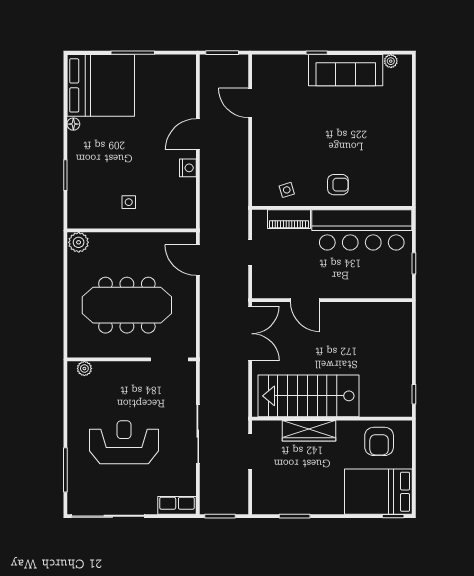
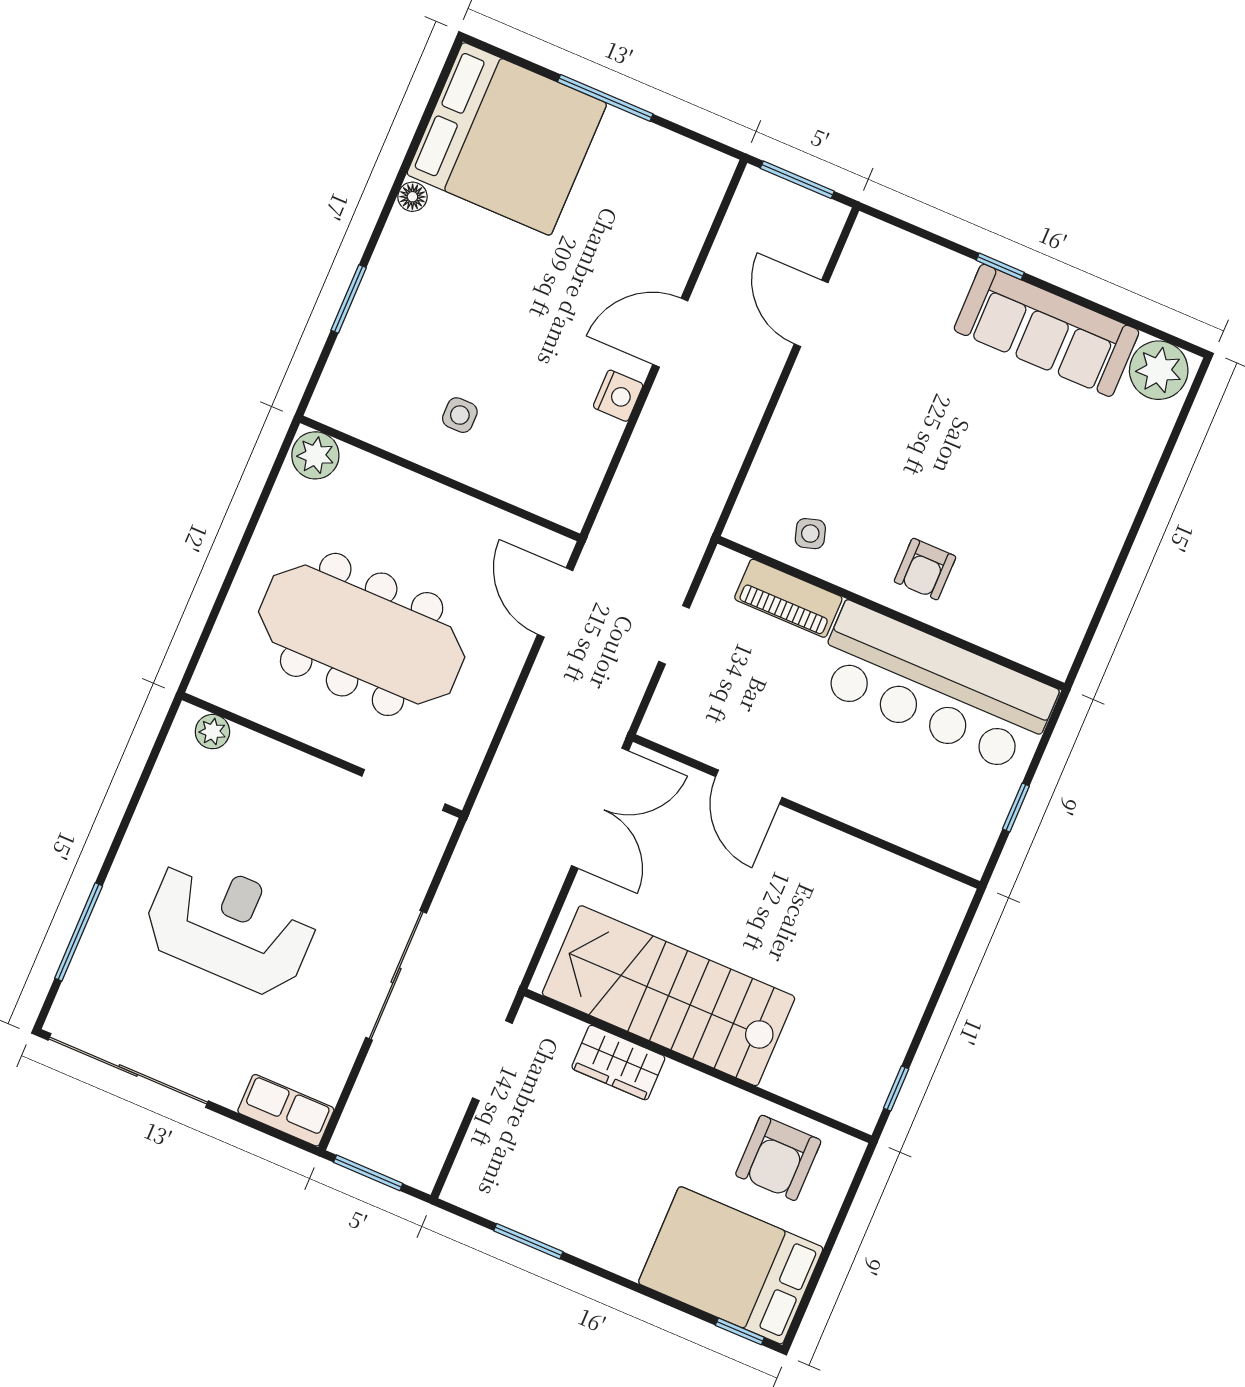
plant: (391, 61) -> (1159, 370), width x1.88, depth x1.88
armchair: (338, 185) -> (925, 569), turned 90
wardrobe: (309, 431) -> (618, 1063), width x0.67

